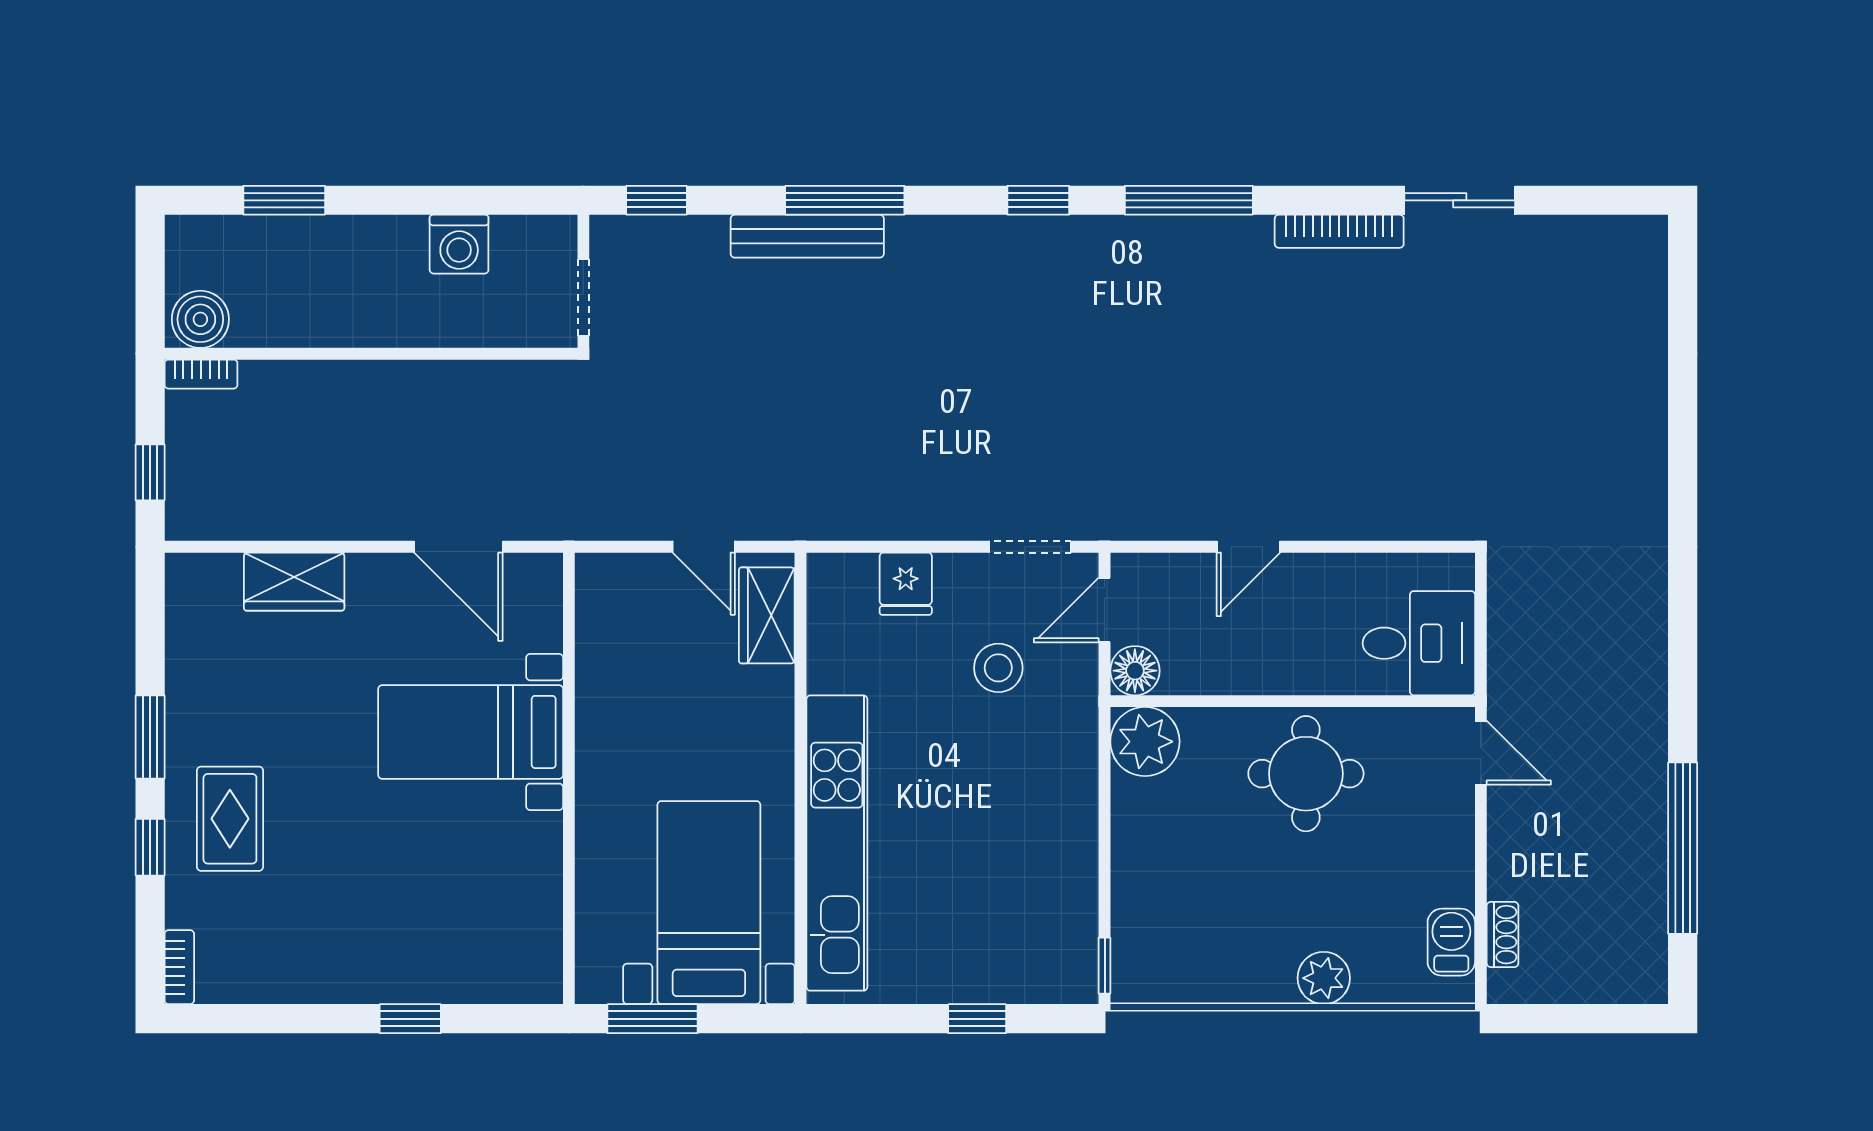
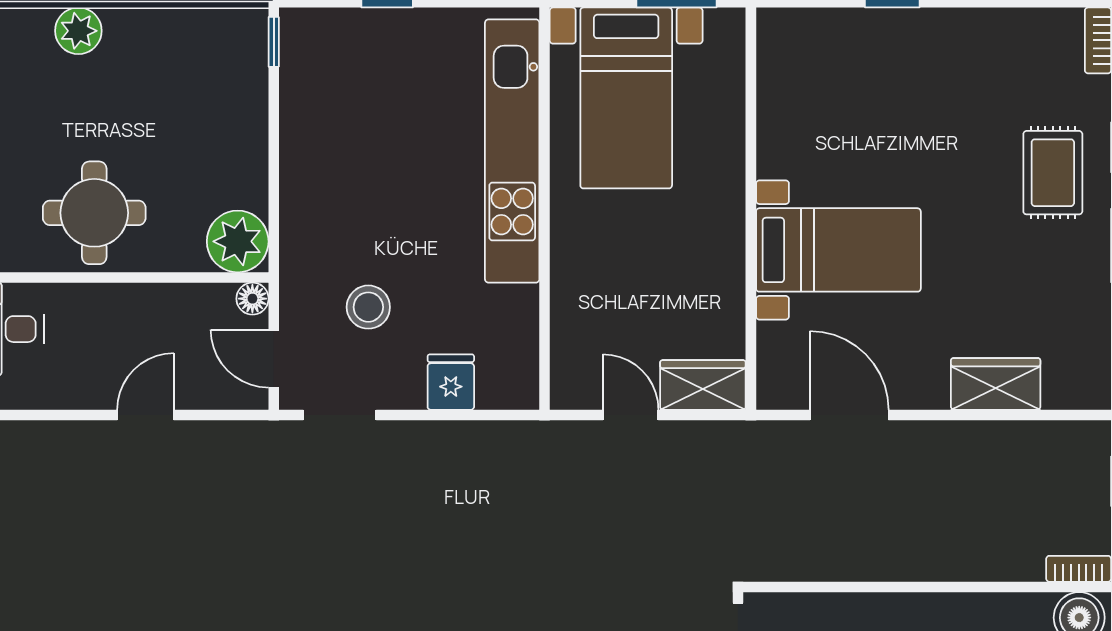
door: (1105, 610) -> (274, 359), swing flipped
wardrobe: (767, 615) -> (703, 385), moved, turned -90
floor lamp: (1135, 671) -> (252, 299), width x0.73, depth x0.73

